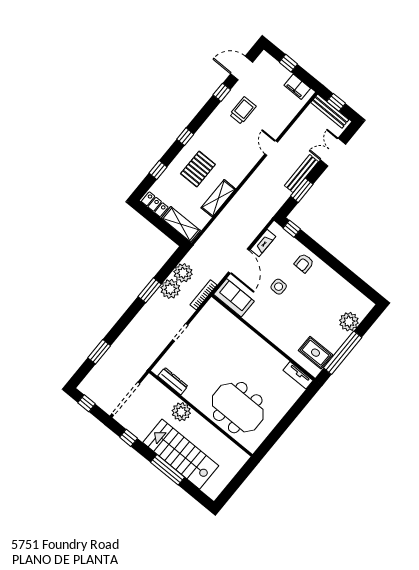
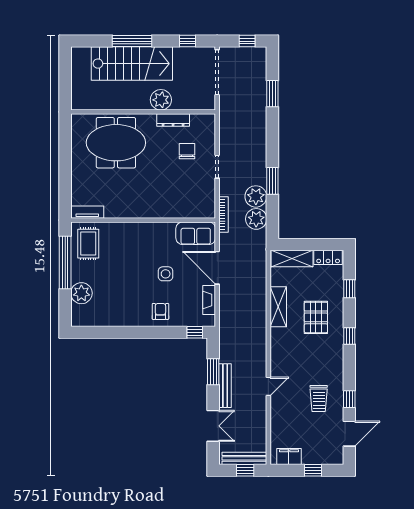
door: (271, 148) -> (268, 386), hinge flipped
rug: (315, 353) -> (88, 244), turned 90
chair: (193, 361) -> (187, 151), added
dresser: (173, 381) -> (173, 120), moved

